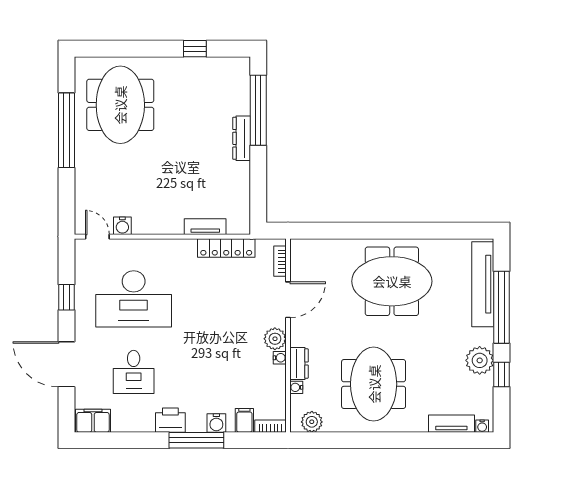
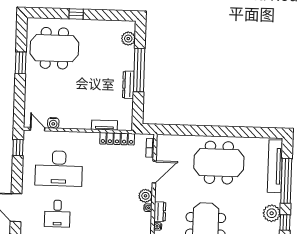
window: (195, 49) -> (76, 14), moved
plant: (239, 86) -> (128, 39), added
meeting table: (120, 105) -> (54, 48), turned 90
window: (258, 110) -> (139, 70), moved
window: (66, 130) -> (21, 63), width x0.47
dresser: (242, 138) -> (128, 85), moved
window: (66, 297) -> (18, 148), moved

